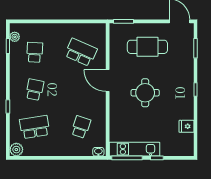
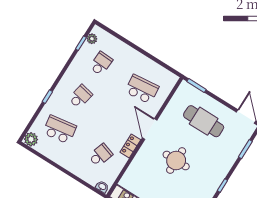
school desk: (81, 52) -> (142, 89), turned -30
locker: (100, 104) -> (130, 146), added

